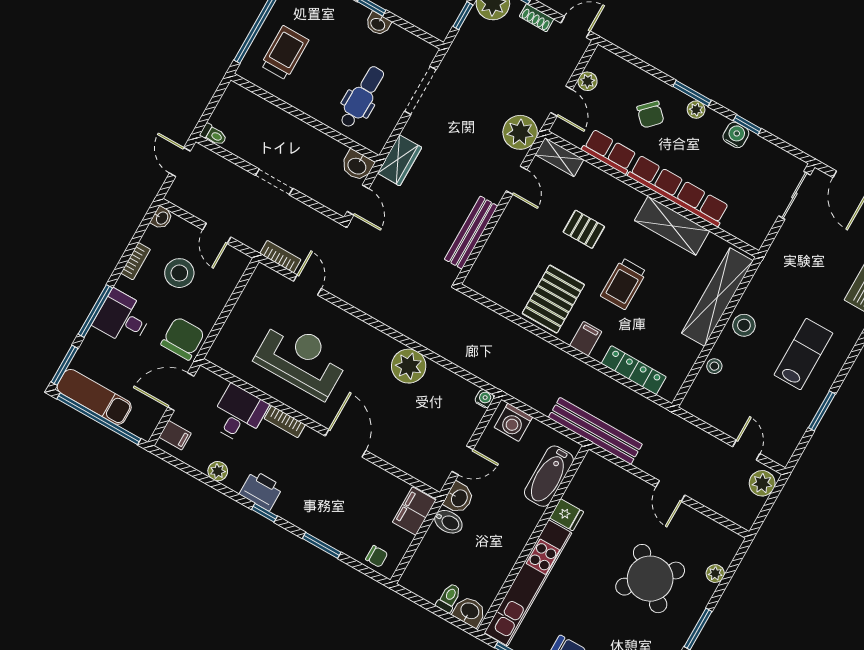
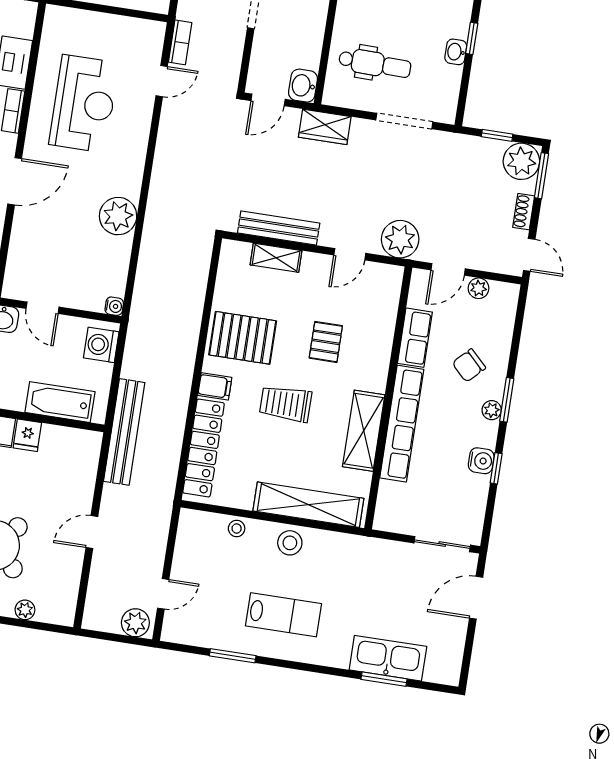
shelving: (559, 157) -> (276, 258), moved, turned 90
locker: (634, 370) -> (204, 448), width x1.41, depth x1.21

